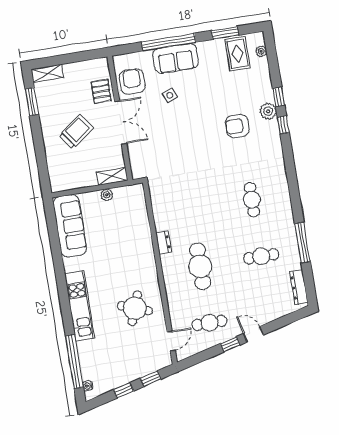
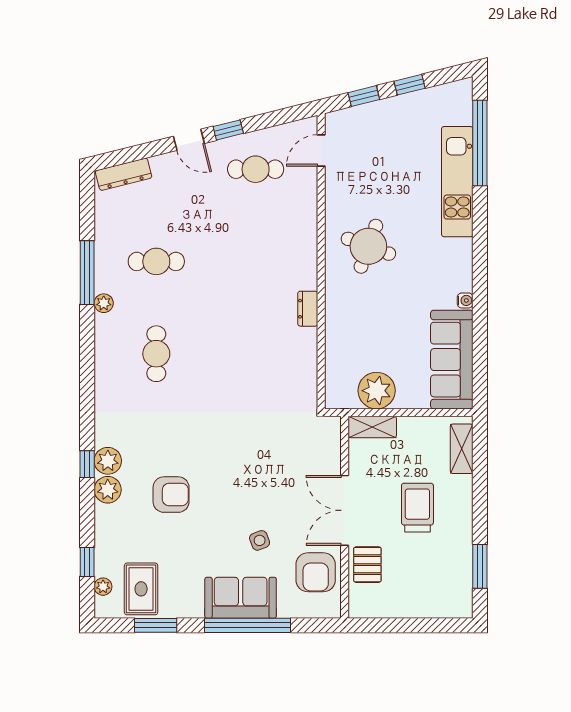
shelving: (47, 73) -> (462, 449), moved, turned 90
window: (279, 97) -> (87, 562), moved
armchair: (237, 126) -> (171, 495), moved
plant: (271, 129) -> (108, 461), added
trolley: (76, 131) -> (417, 508), turned 126
plant: (107, 195) -> (377, 391), width x1.88, depth x1.88
plant: (289, 225) -> (104, 303), added
cafe table: (200, 266) -> (256, 261), removed
dresser: (299, 287) -> (124, 174), moved, turned 76
kitchen unit: (80, 306) -> (457, 182), moved
round table: (135, 308) -> (368, 246), moved
water cooler: (88, 386) -> (465, 300), moved

